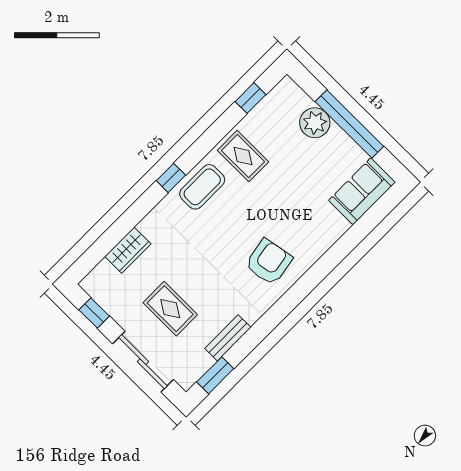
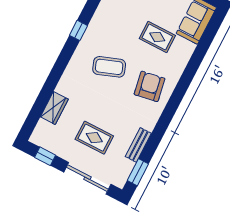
rug: (243, 156) -> (157, 37), moved
window: (171, 178) -> (79, 30), moved
coffee table: (202, 187) -> (109, 67), moved, turned 70

